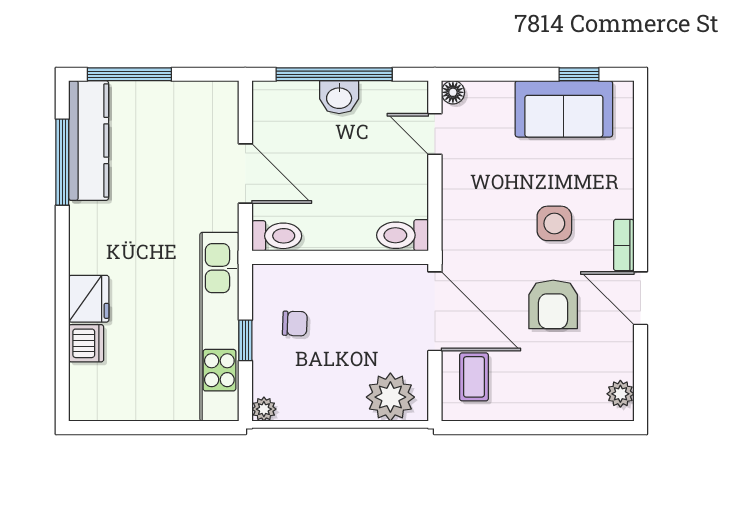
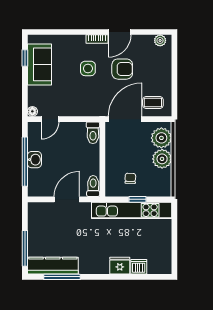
plant: (264, 409) -> (162, 159), moved, width x1.87, depth x1.87

